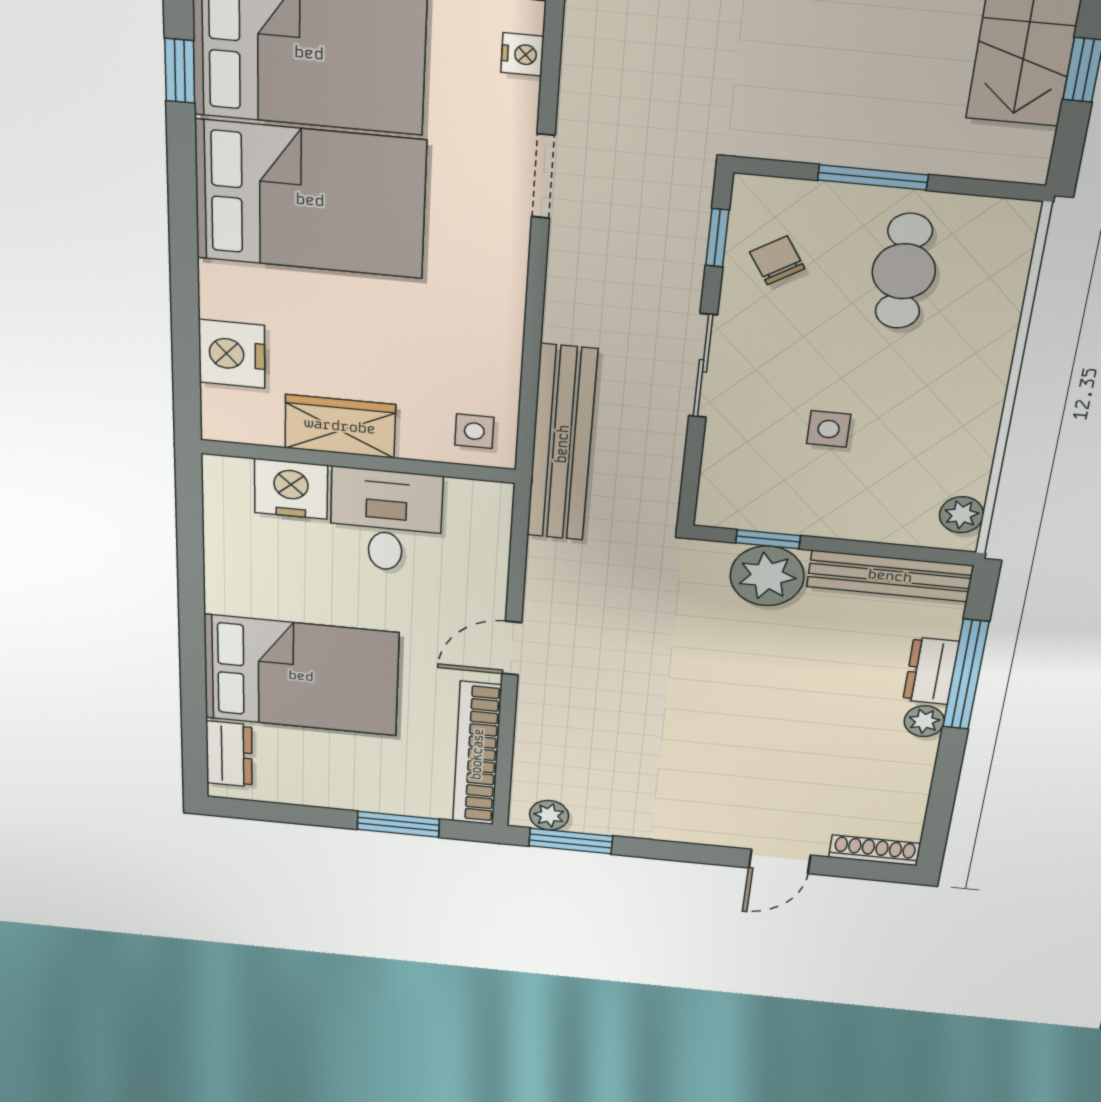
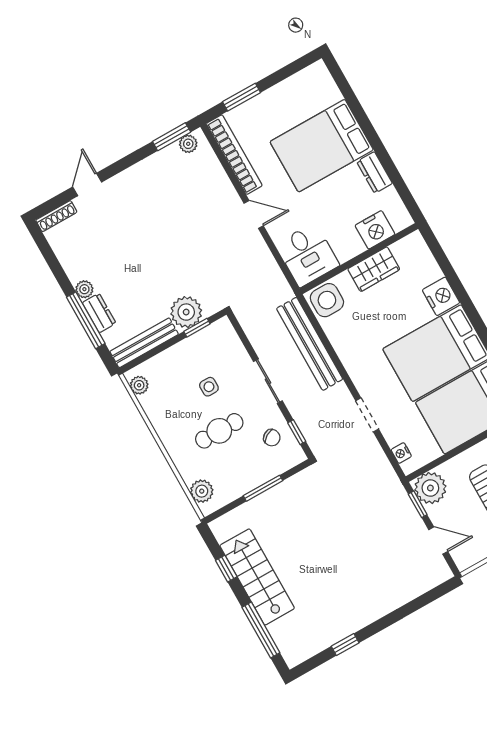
plant: (1004, 254) -> (202, 491), added
cafe table: (904, 271) -> (219, 431), moved, turned 90
nightstand: (232, 354) -> (441, 296), moved
side table: (474, 431) -> (327, 300), width x1.87, depth x1.87
bench: (562, 444) -> (310, 344), moved
desk: (386, 521) -> (307, 255), moved
door: (512, 648) -> (254, 215), hinge flipped
dresser: (229, 754) -> (375, 173), moved

